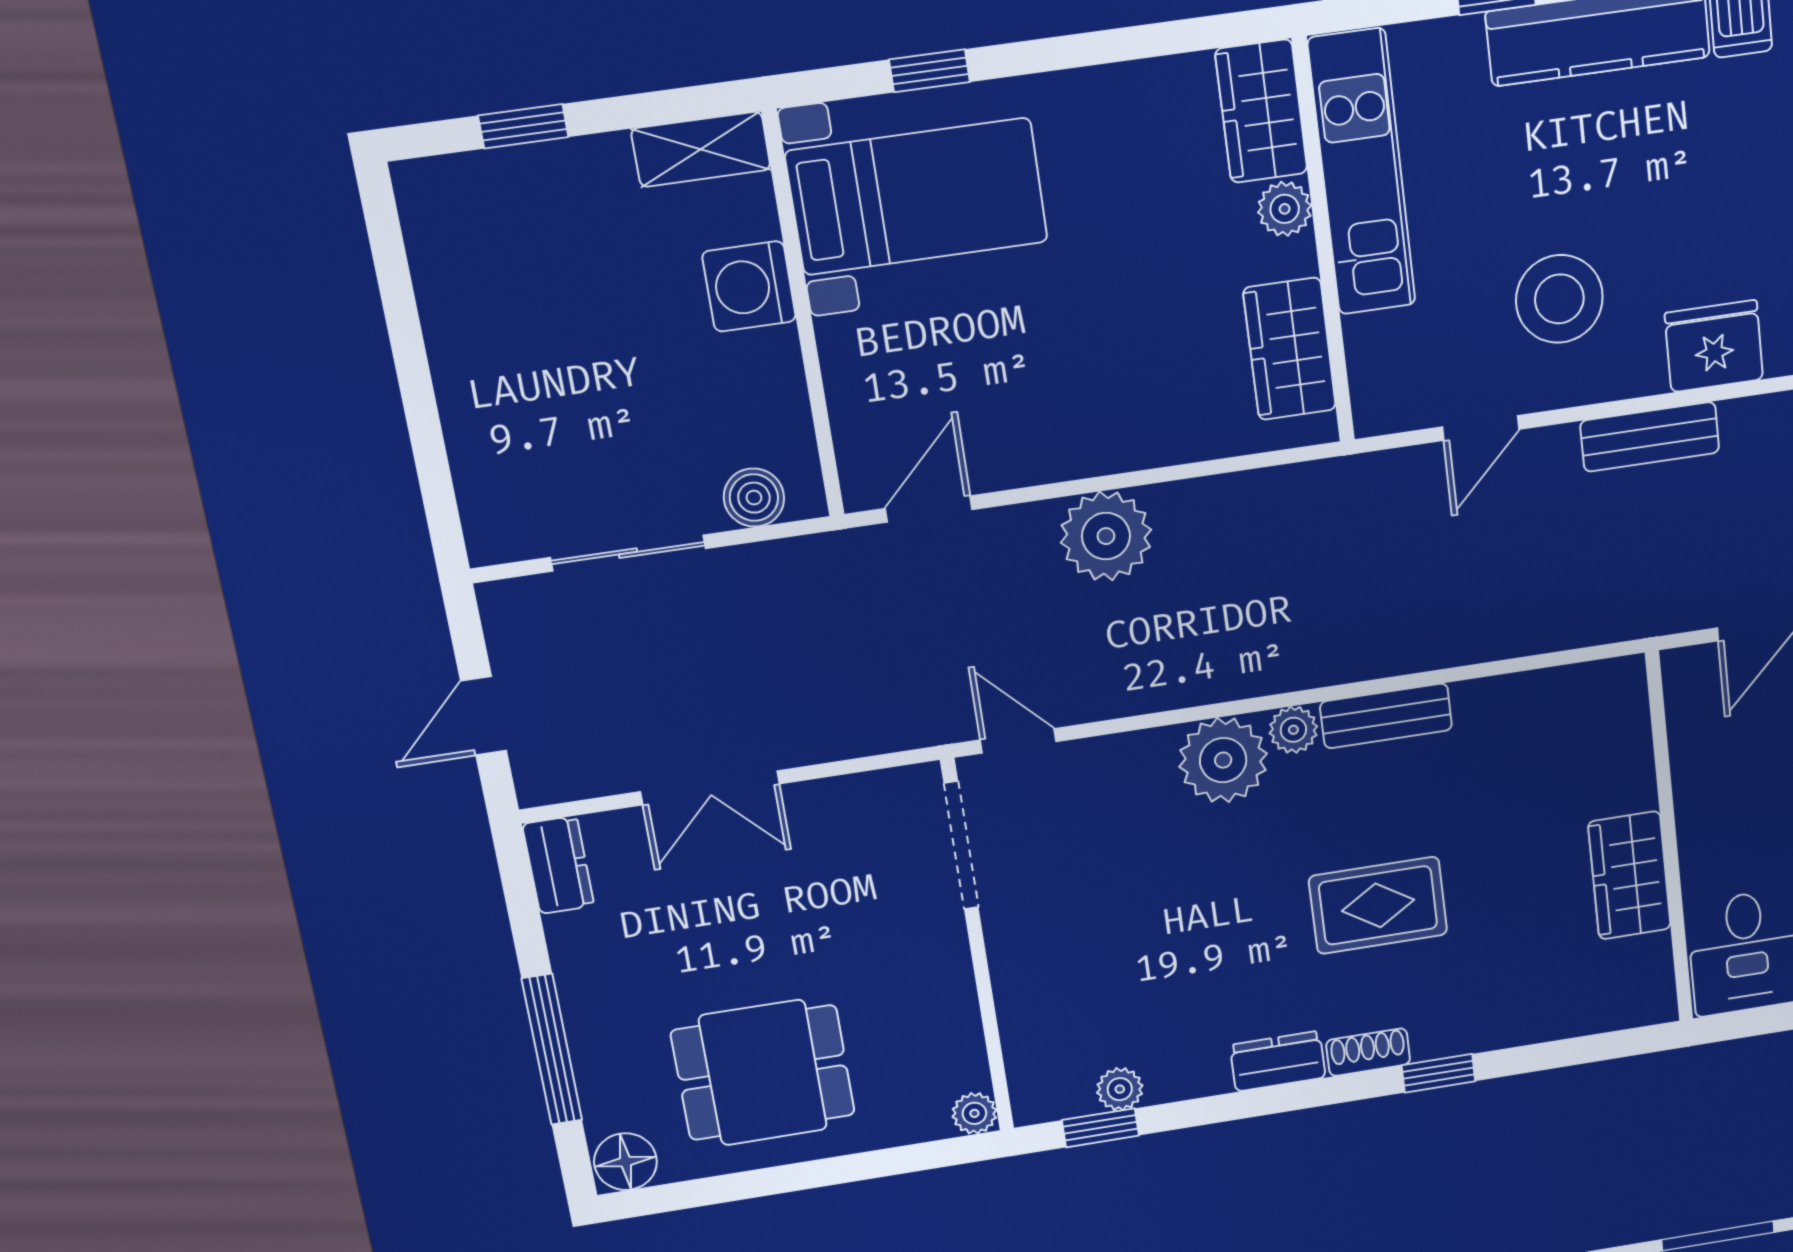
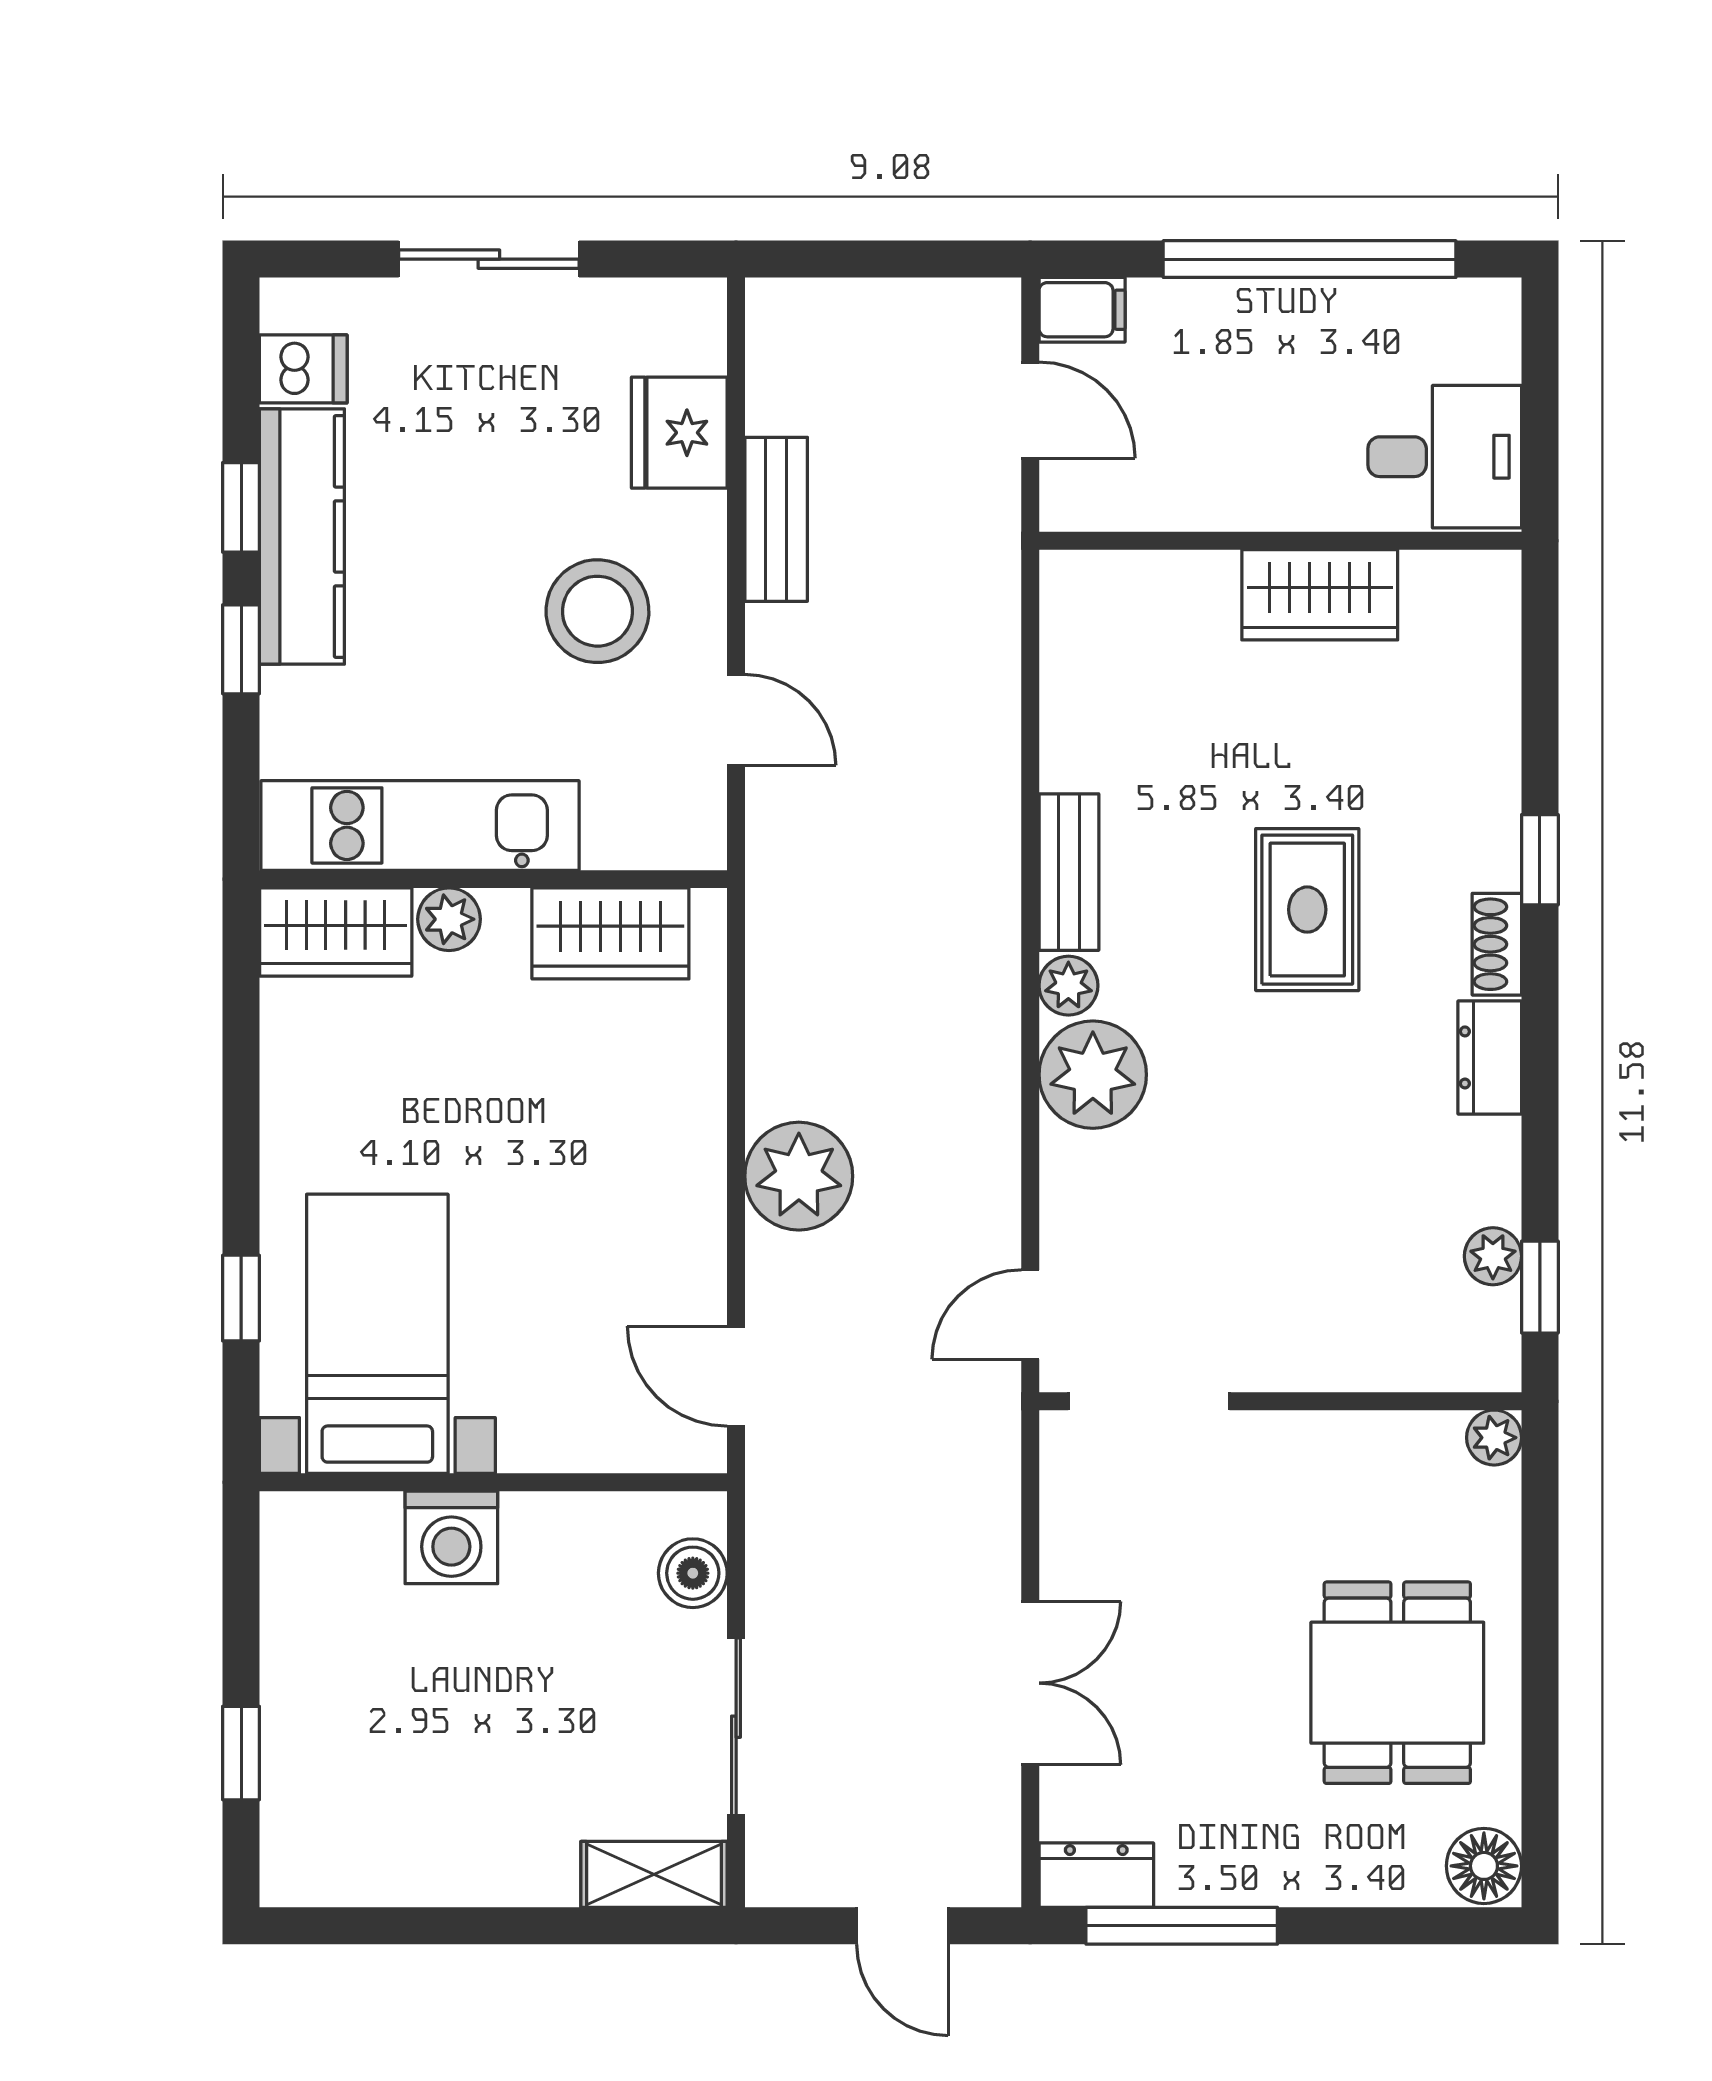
shelving: (701, 149) -> (654, 1874), moved, turned 90
window: (552, 1050) -> (1182, 1926), moved

